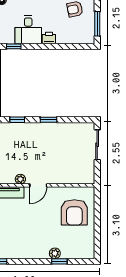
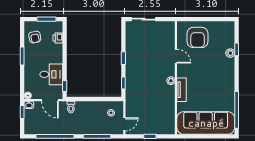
printer: (49, 38) -> (58, 38), moved
door: (38, 185) -> (176, 56), moved
armchair: (74, 212) -> (197, 37), turned 90

